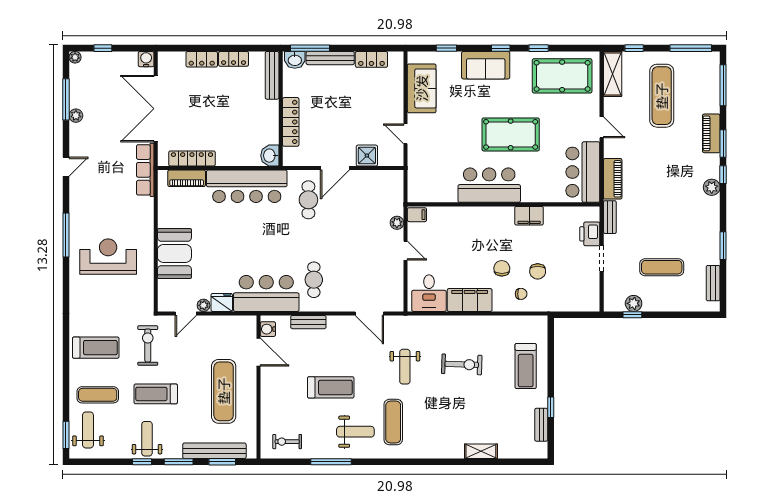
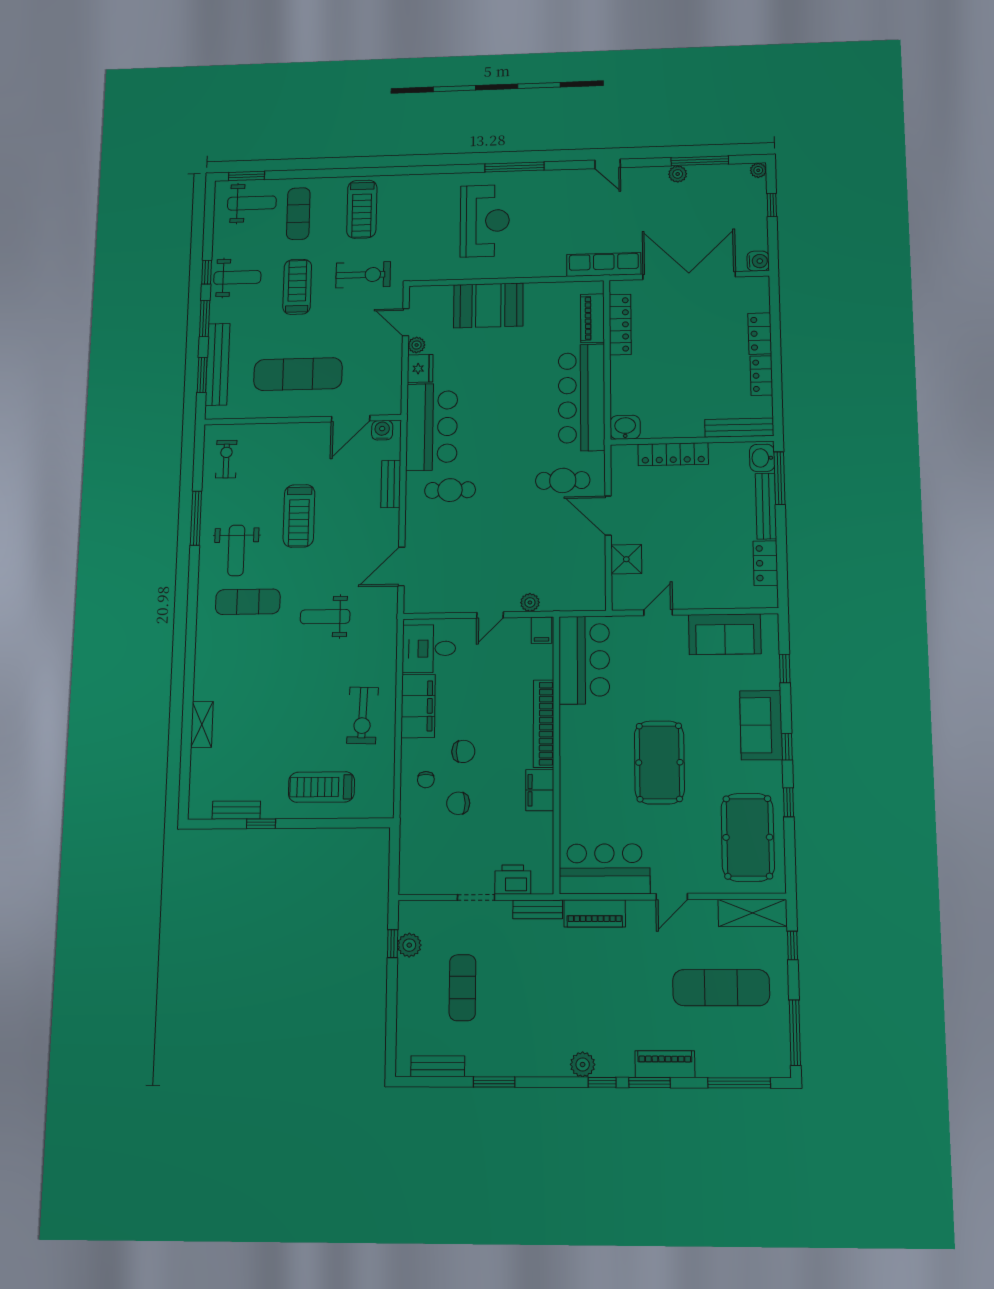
bar counter: (489, 185) -> (584, 660), moved
bookcase: (483, 213) -> (544, 724), added
exercise bike: (462, 364) -> (363, 715), moved

